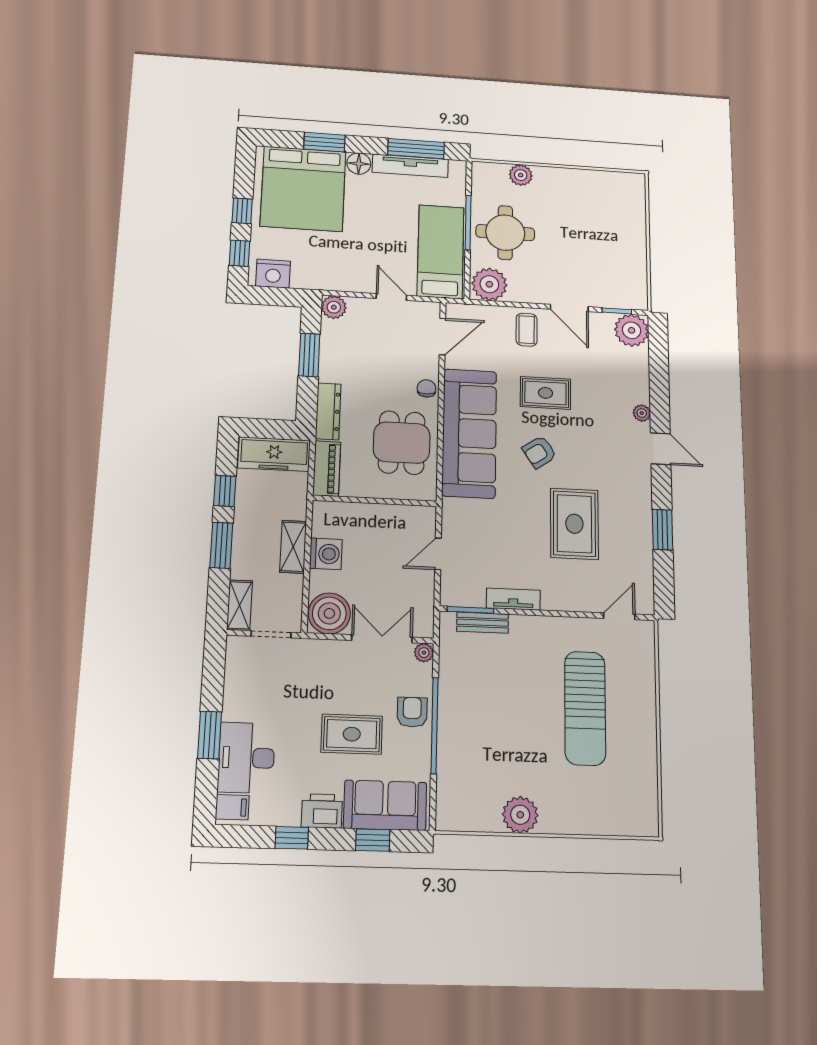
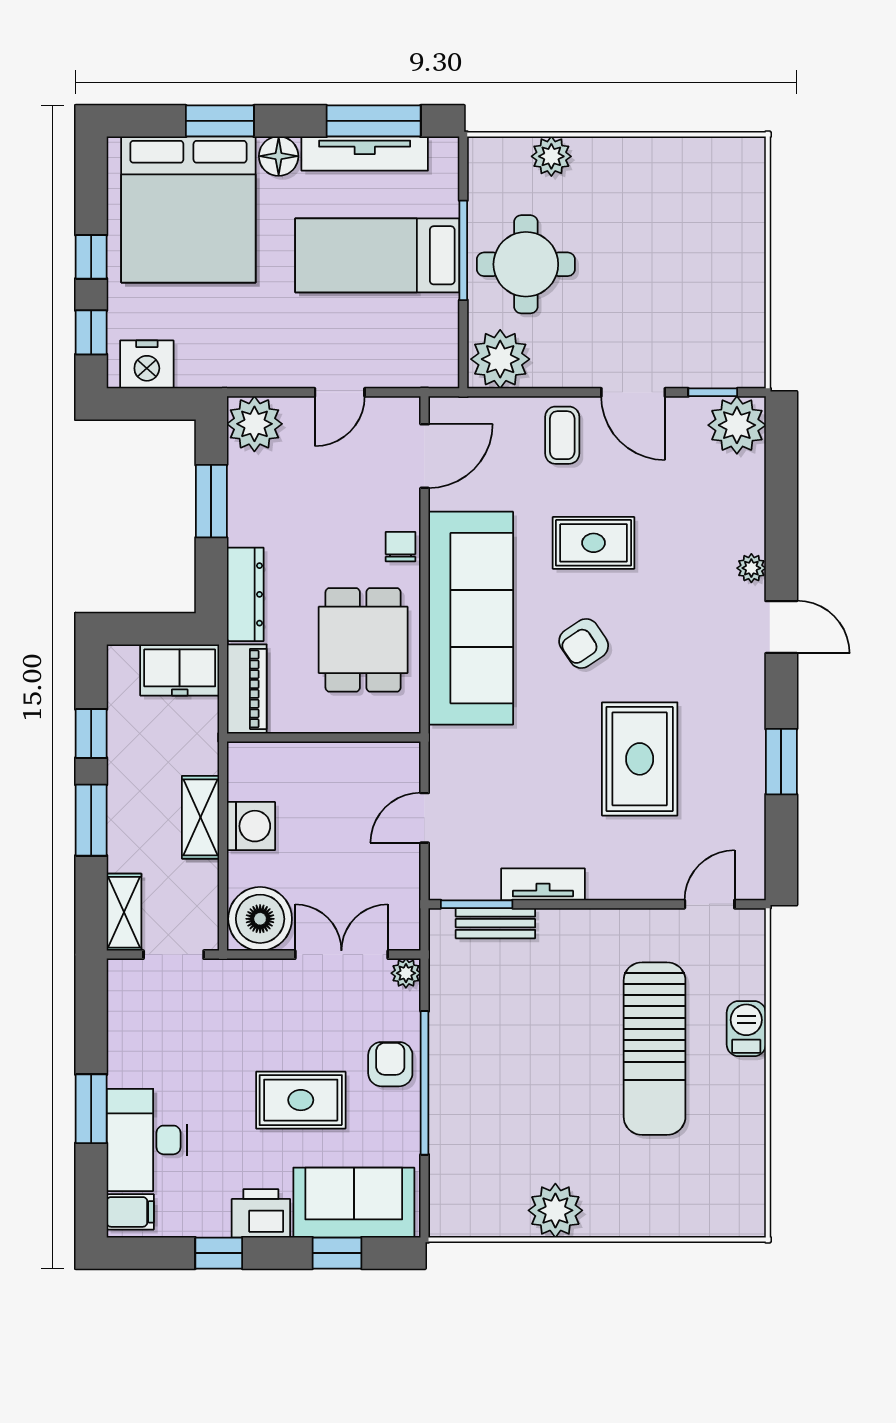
bed: (441, 252) -> (377, 255), moved, turned -90
door: (391, 297) -> (340, 392), swing flipped
plant: (334, 307) -> (254, 424), width x1.36, depth x1.36
freezer: (274, 454) -> (180, 670), width x0.71
barbecue: (644, 697) -> (746, 1029), added

